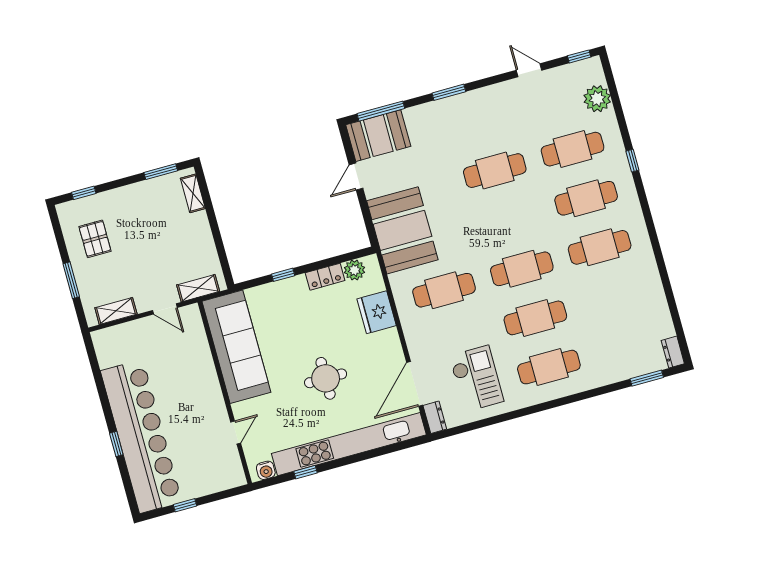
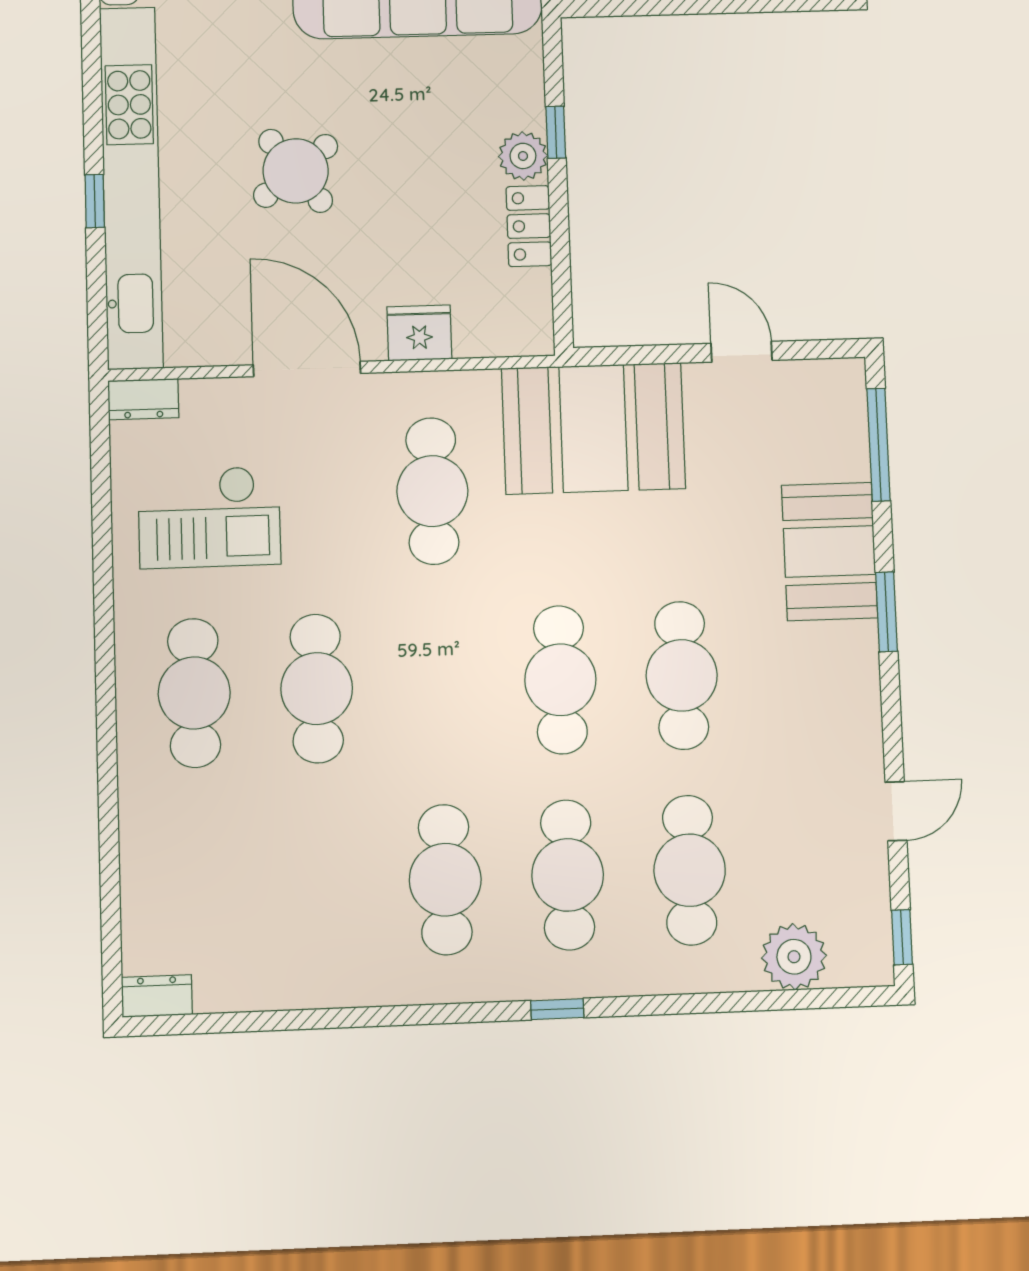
booth: (378, 136) -> (830, 552), moved
window: (632, 161) -> (557, 1009), moved
cafe table: (522, 269) -> (560, 680), moved
plant: (354, 270) -> (523, 156), moved
fridge: (377, 312) -> (419, 333), width x0.73, depth x0.75
round table: (326, 378) -> (296, 171), turned -38
window: (647, 378) -> (111, 919), removed
door: (415, 384) -> (307, 369), moved
window: (305, 472) -> (95, 201), moved

